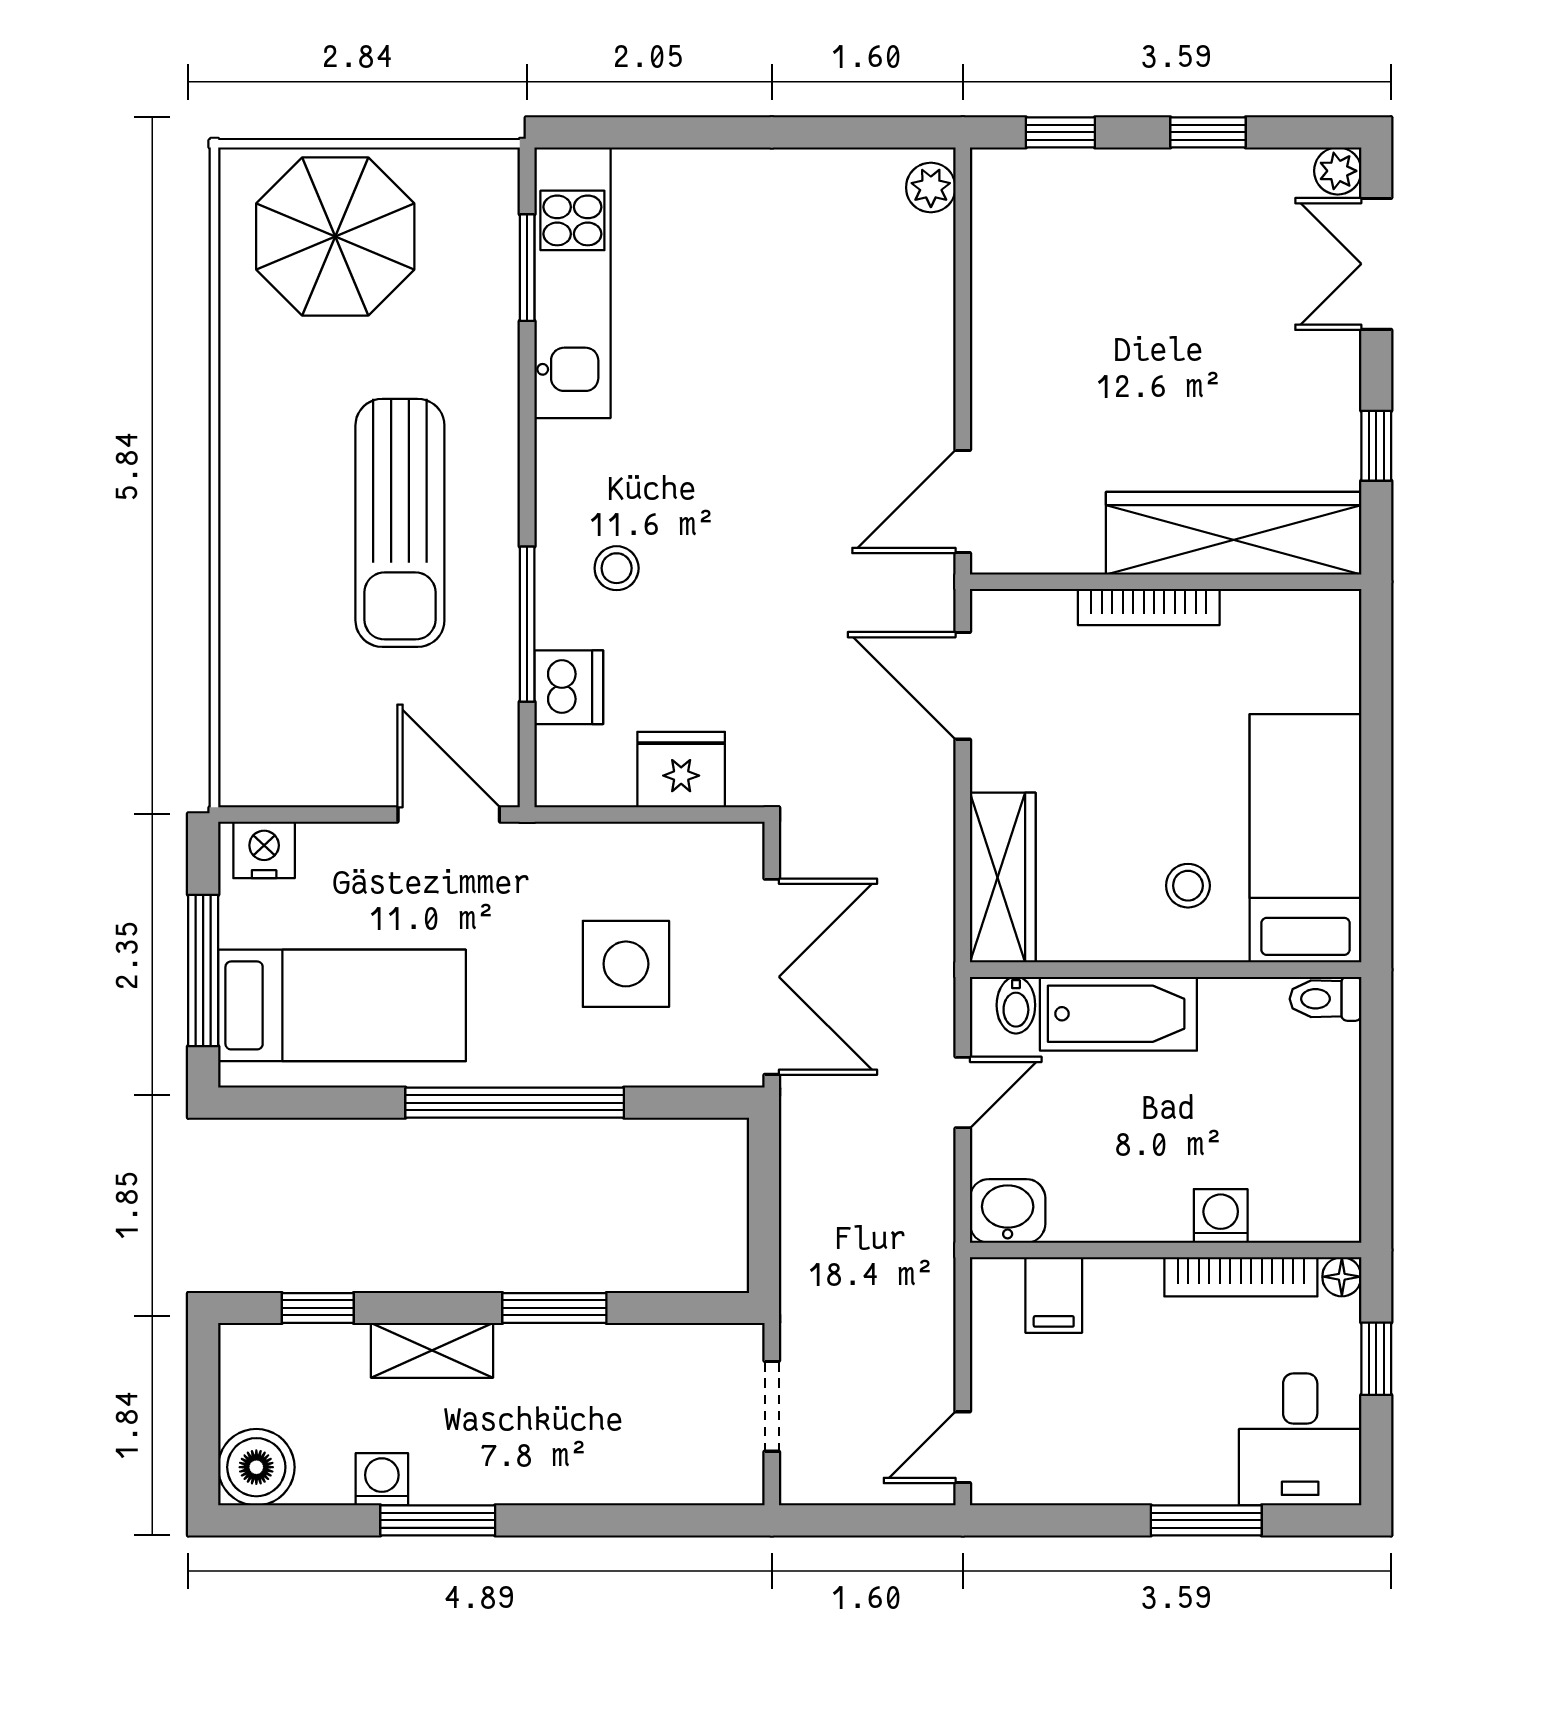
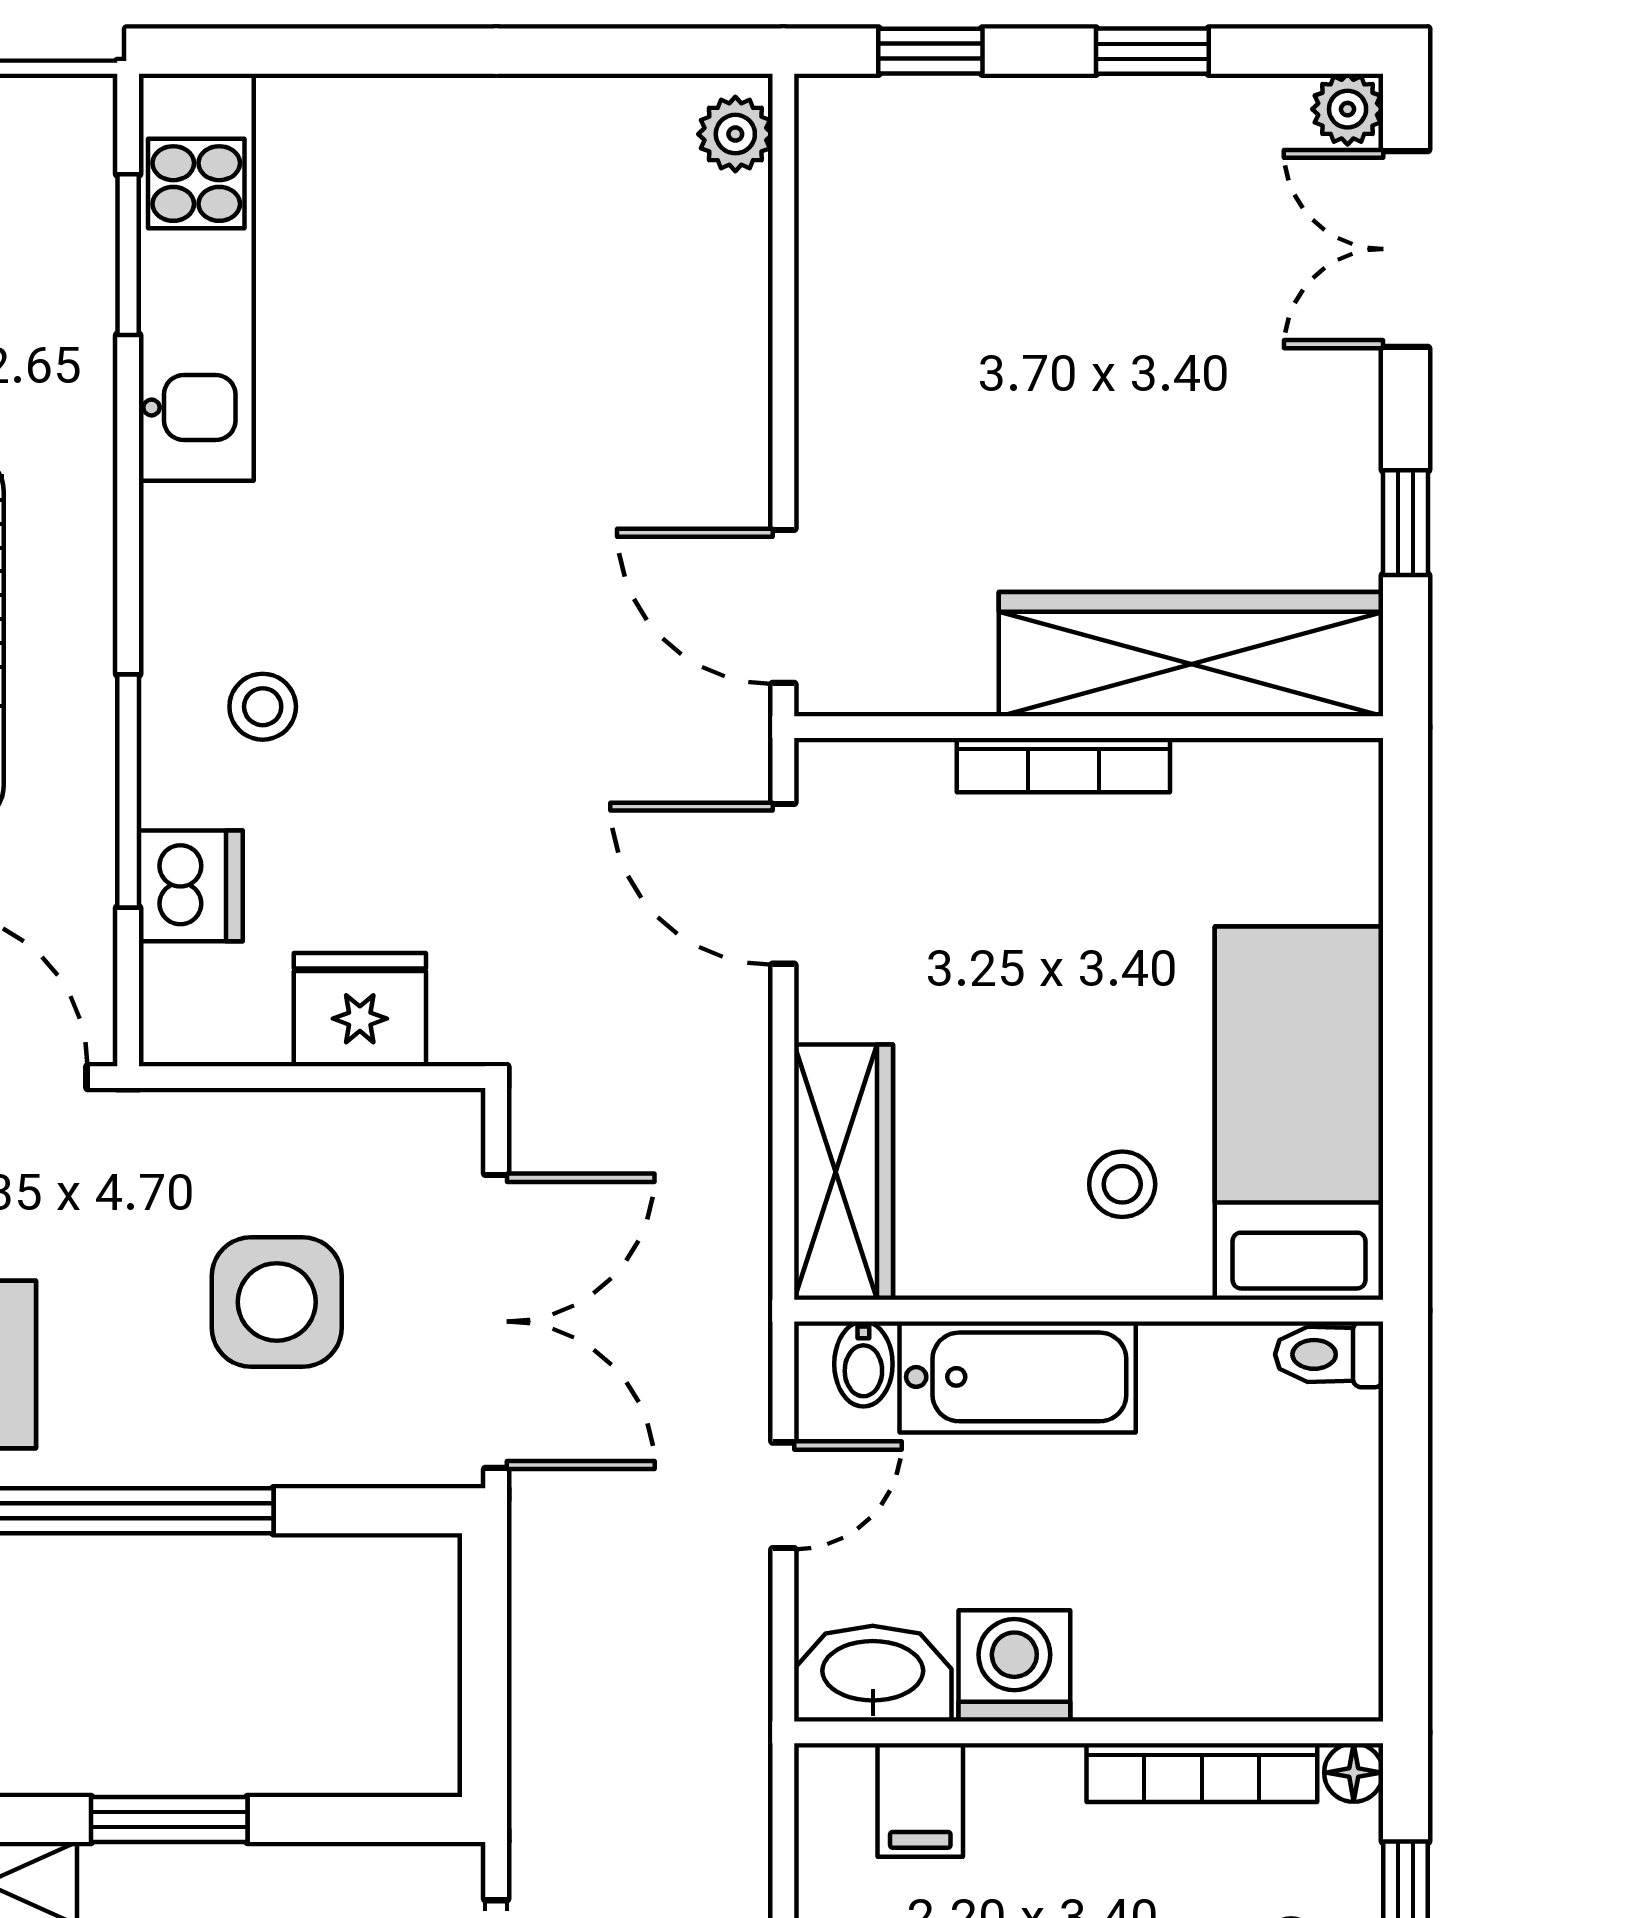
door: (963, 502) -> (783, 606), hinge flipped
washbasin: (1008, 1211) -> (873, 1674), width x1.38
washing machine: (1221, 1216) -> (1014, 1666), moved, width x1.38, depth x1.38

